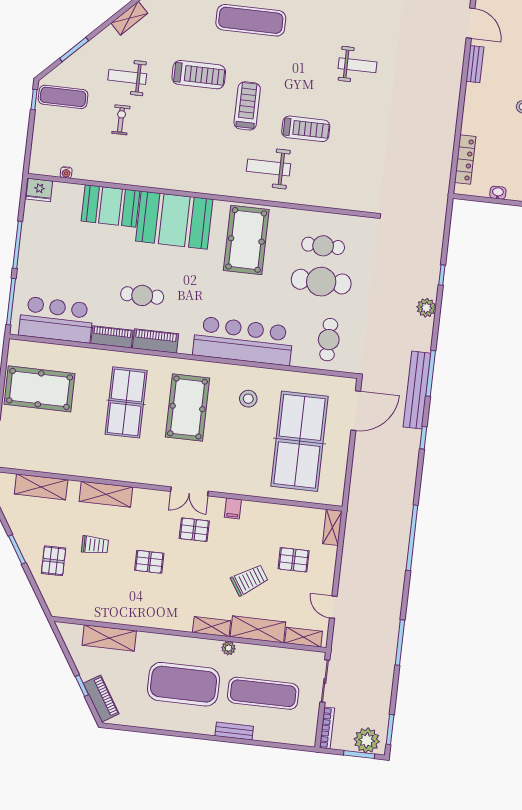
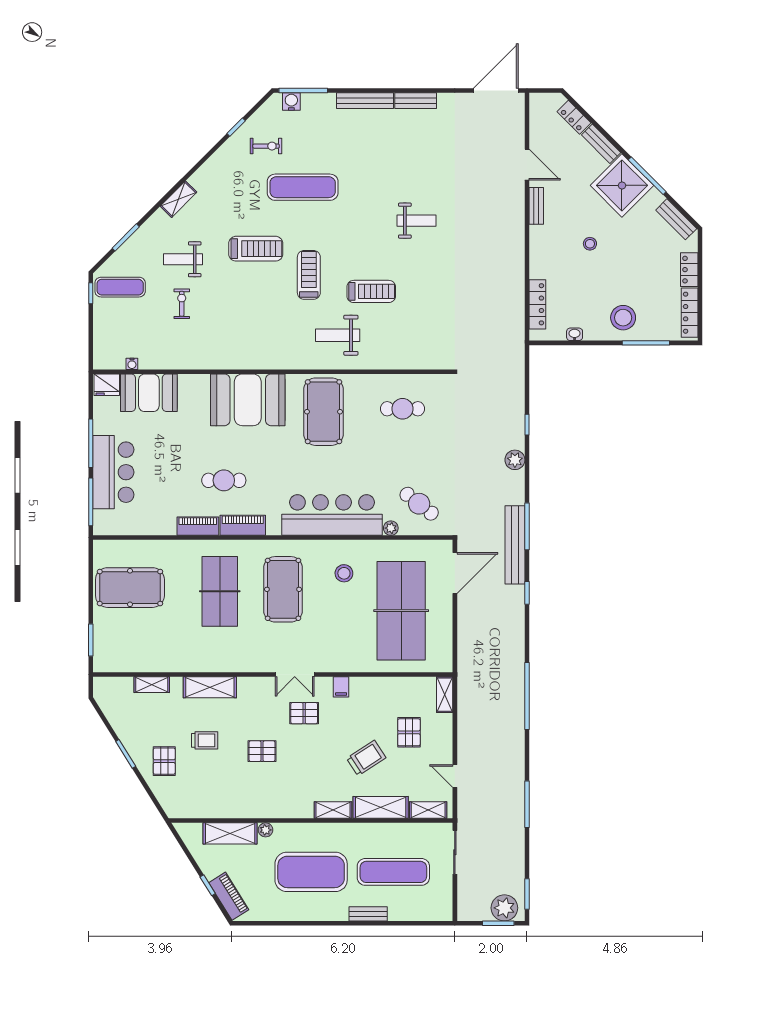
booth: (110, 206) -> (149, 393), moved
cafe table: (321, 282) -> (405, 445), removed
bar counter: (56, 320) -> (113, 472), moved, turned 90
cafe table: (329, 340) -> (419, 504), turned -52
plant: (299, 360) -> (391, 528), added
shelving: (41, 487) -> (152, 685), width x0.67, depth x0.75
pallet: (294, 560) -> (409, 732), turned 90
plant: (228, 648) -> (266, 830), moved
bookcase: (327, 728) -> (462, 900), removed

